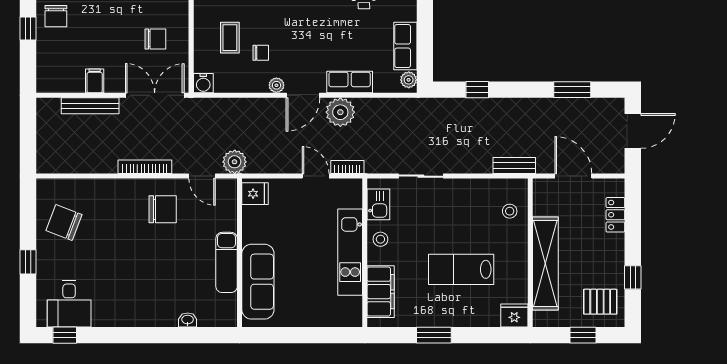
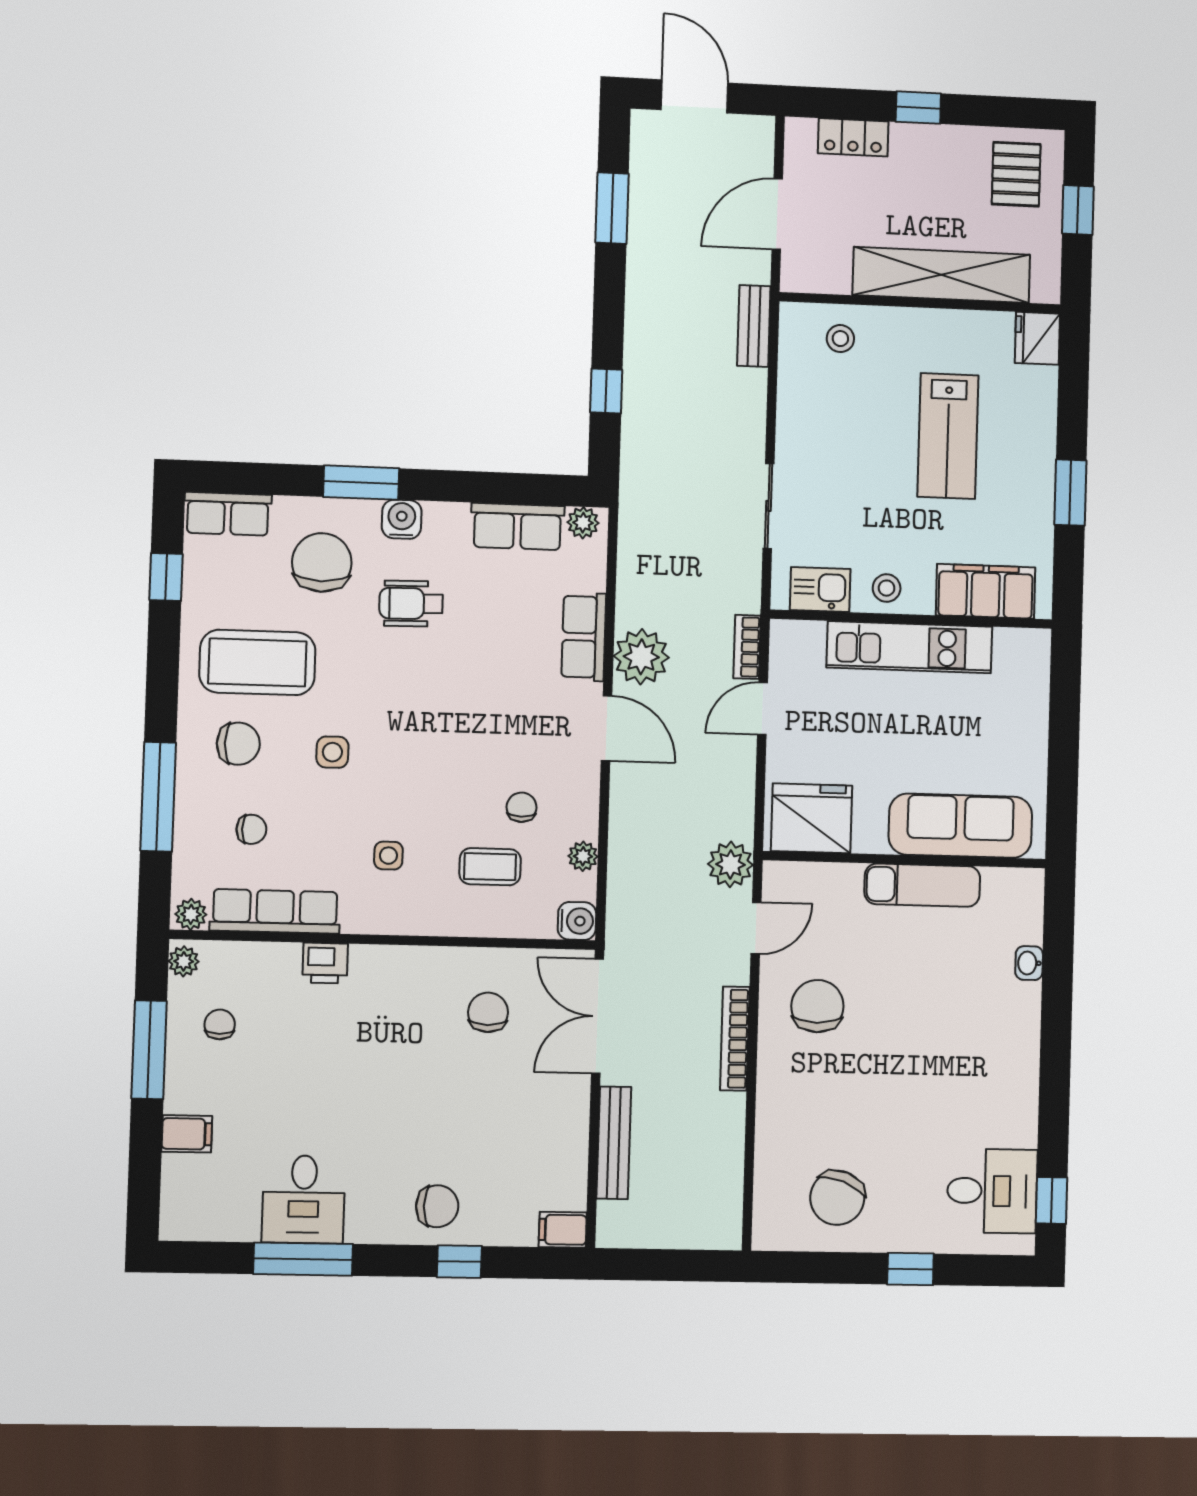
filing cabinet: (95, 81) -> (563, 1230), moved
plant: (276, 85) -> (583, 856), moved
fridge: (255, 194) -> (812, 818), width x1.88, depth x1.34
window: (633, 277) -> (918, 108), moved

